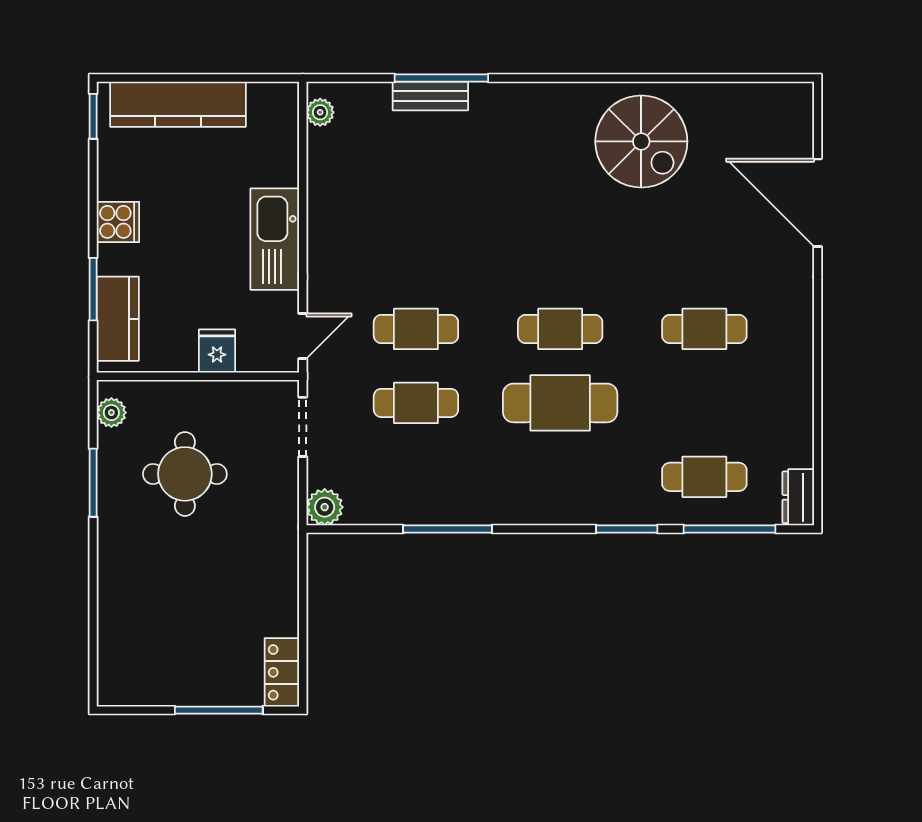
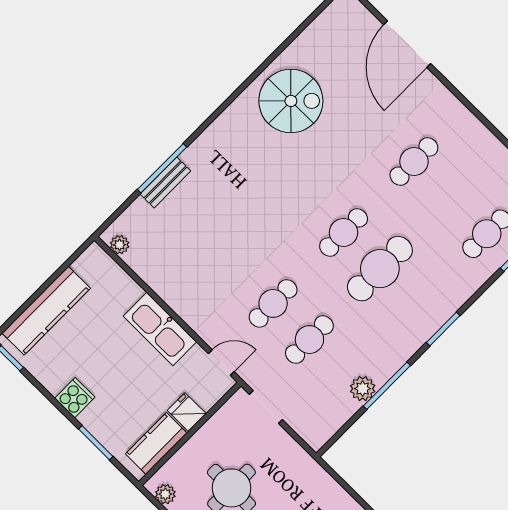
door: (818, 203) -> (407, 44), hinge flipped
kitchen counter: (118, 319) -> (156, 443), moved, turned -90
door: (303, 336) -> (221, 363), hinge flipped
plant: (325, 507) -> (363, 389), moved
window: (627, 529) -> (443, 329), moved

